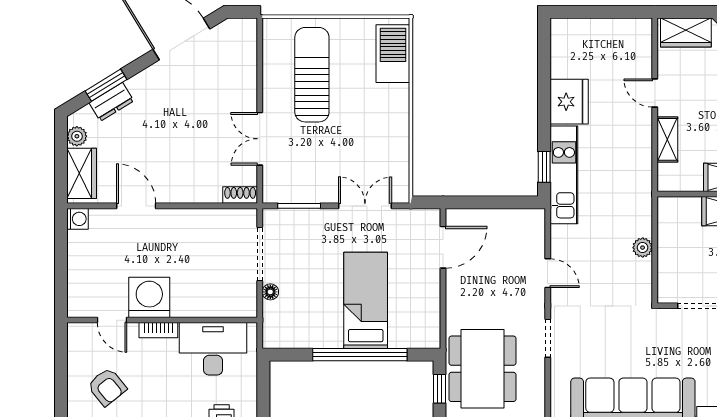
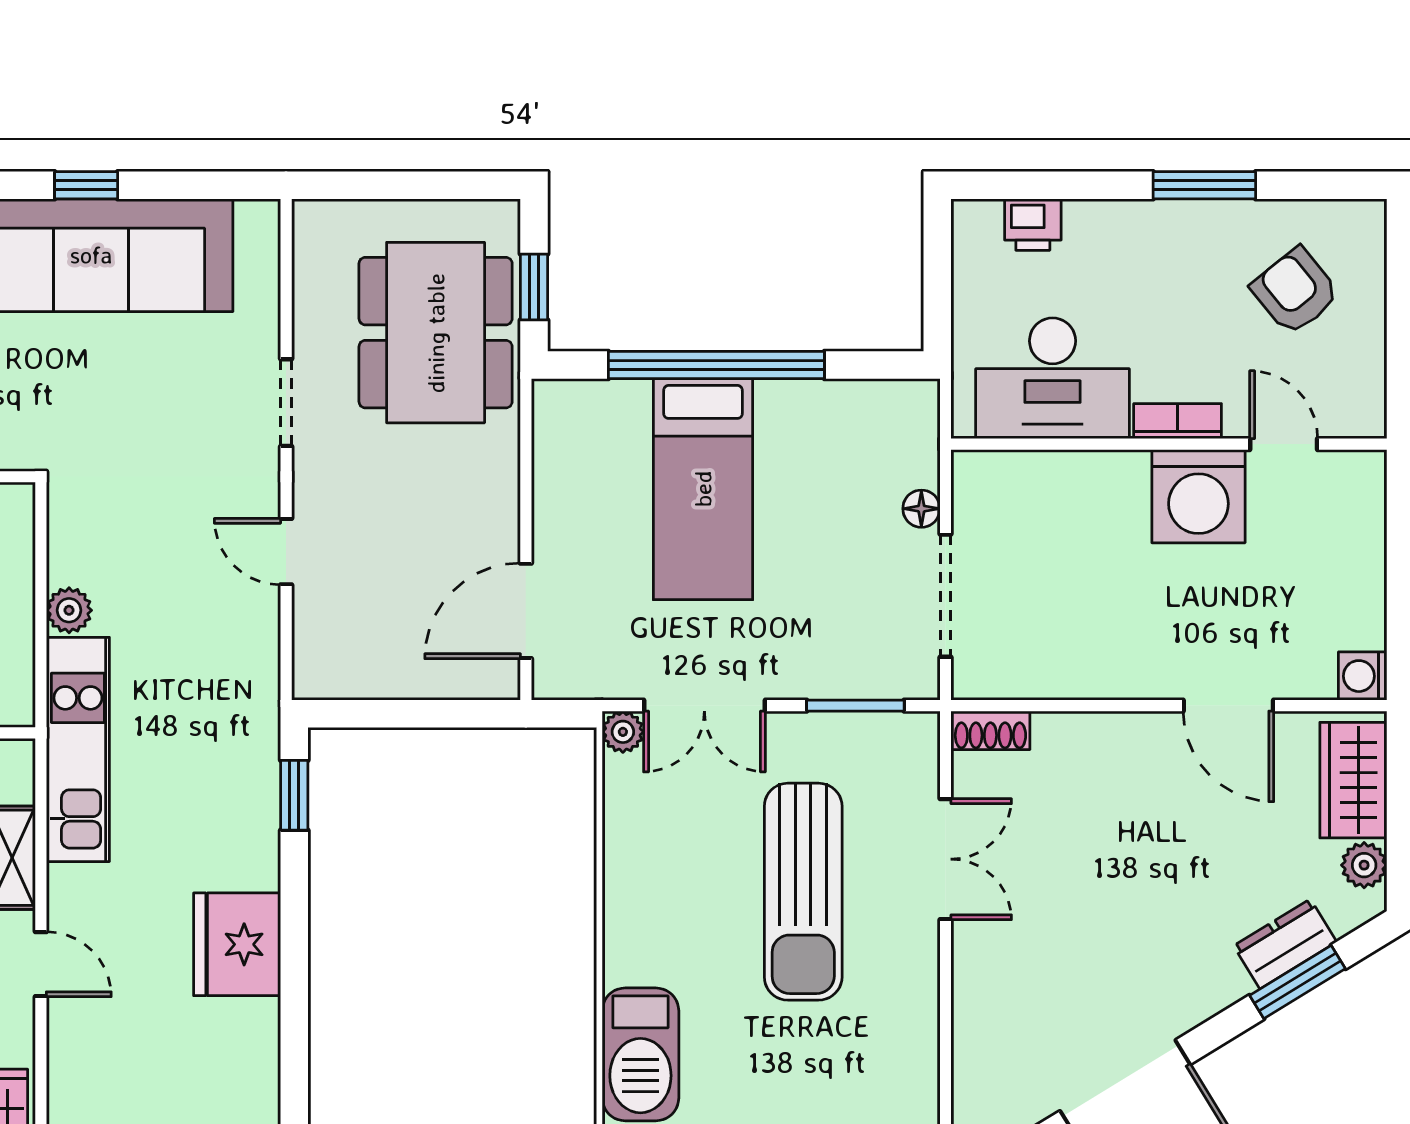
sun lounger: (312, 75) -> (803, 892), moved
kitchen unit: (564, 175) -> (78, 749), moved, turned 180
plant: (401, 194) -> (623, 732), added

